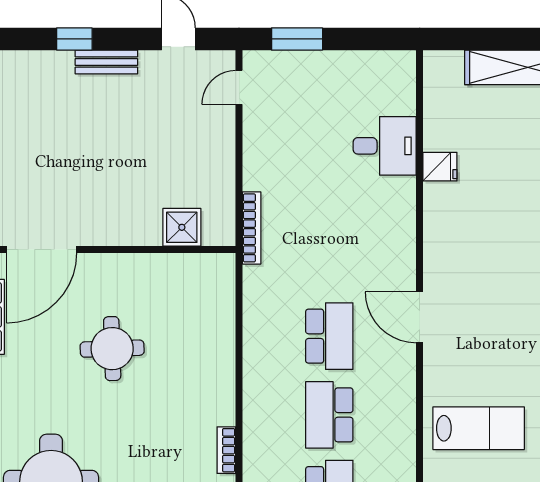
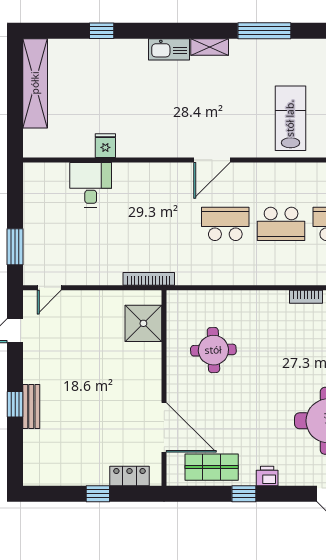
bench: (106, 62) -> (31, 406), moved
door: (239, 87) -> (49, 288), hinge flipped
shower: (182, 227) -> (143, 323), width x1.36, depth x1.36
round table: (112, 349) -> (213, 350), moved

